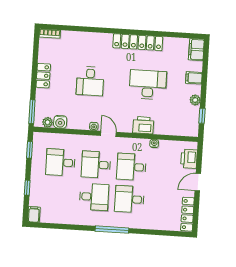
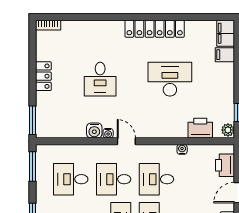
filing cabinet: (194, 78) -> (225, 55), moved
plant: (195, 100) -> (228, 130), moved
plant: (48, 122) -> (52, 132), removed
water cooler: (60, 122) -> (94, 130), moved
printer: (143, 125) -> (200, 128), moved
window: (30, 150) -> (33, 167), width x1.50

